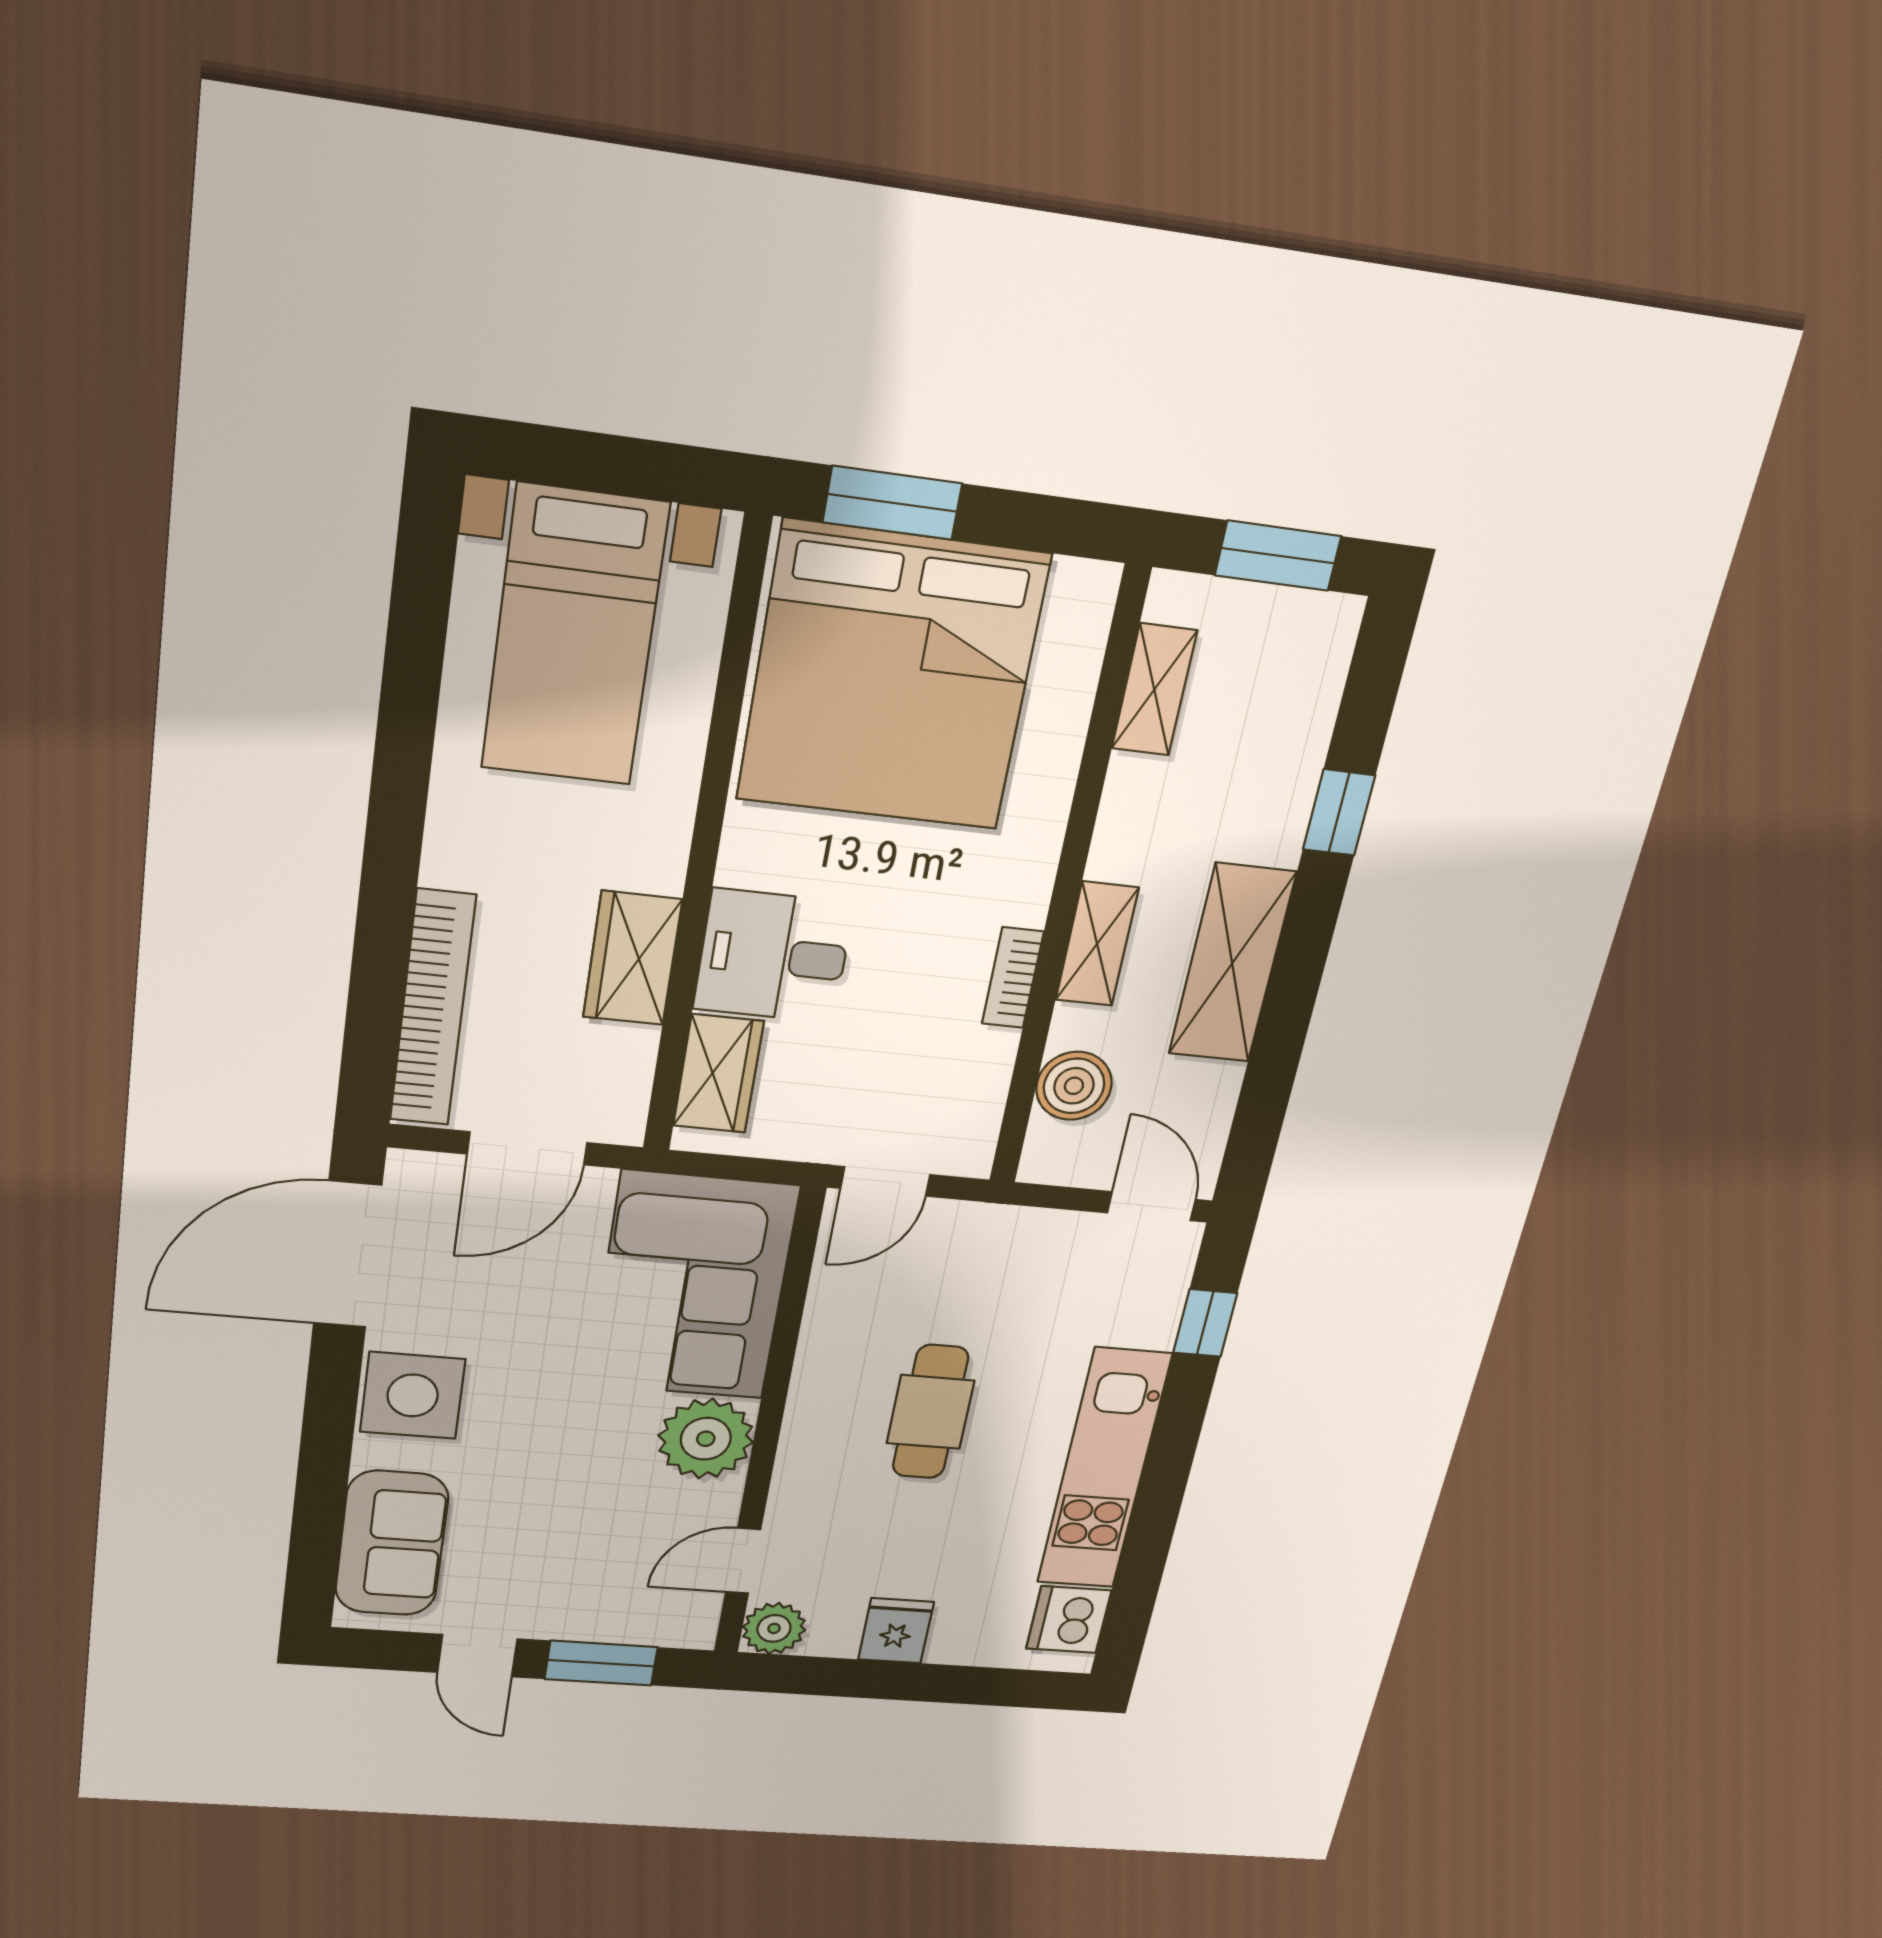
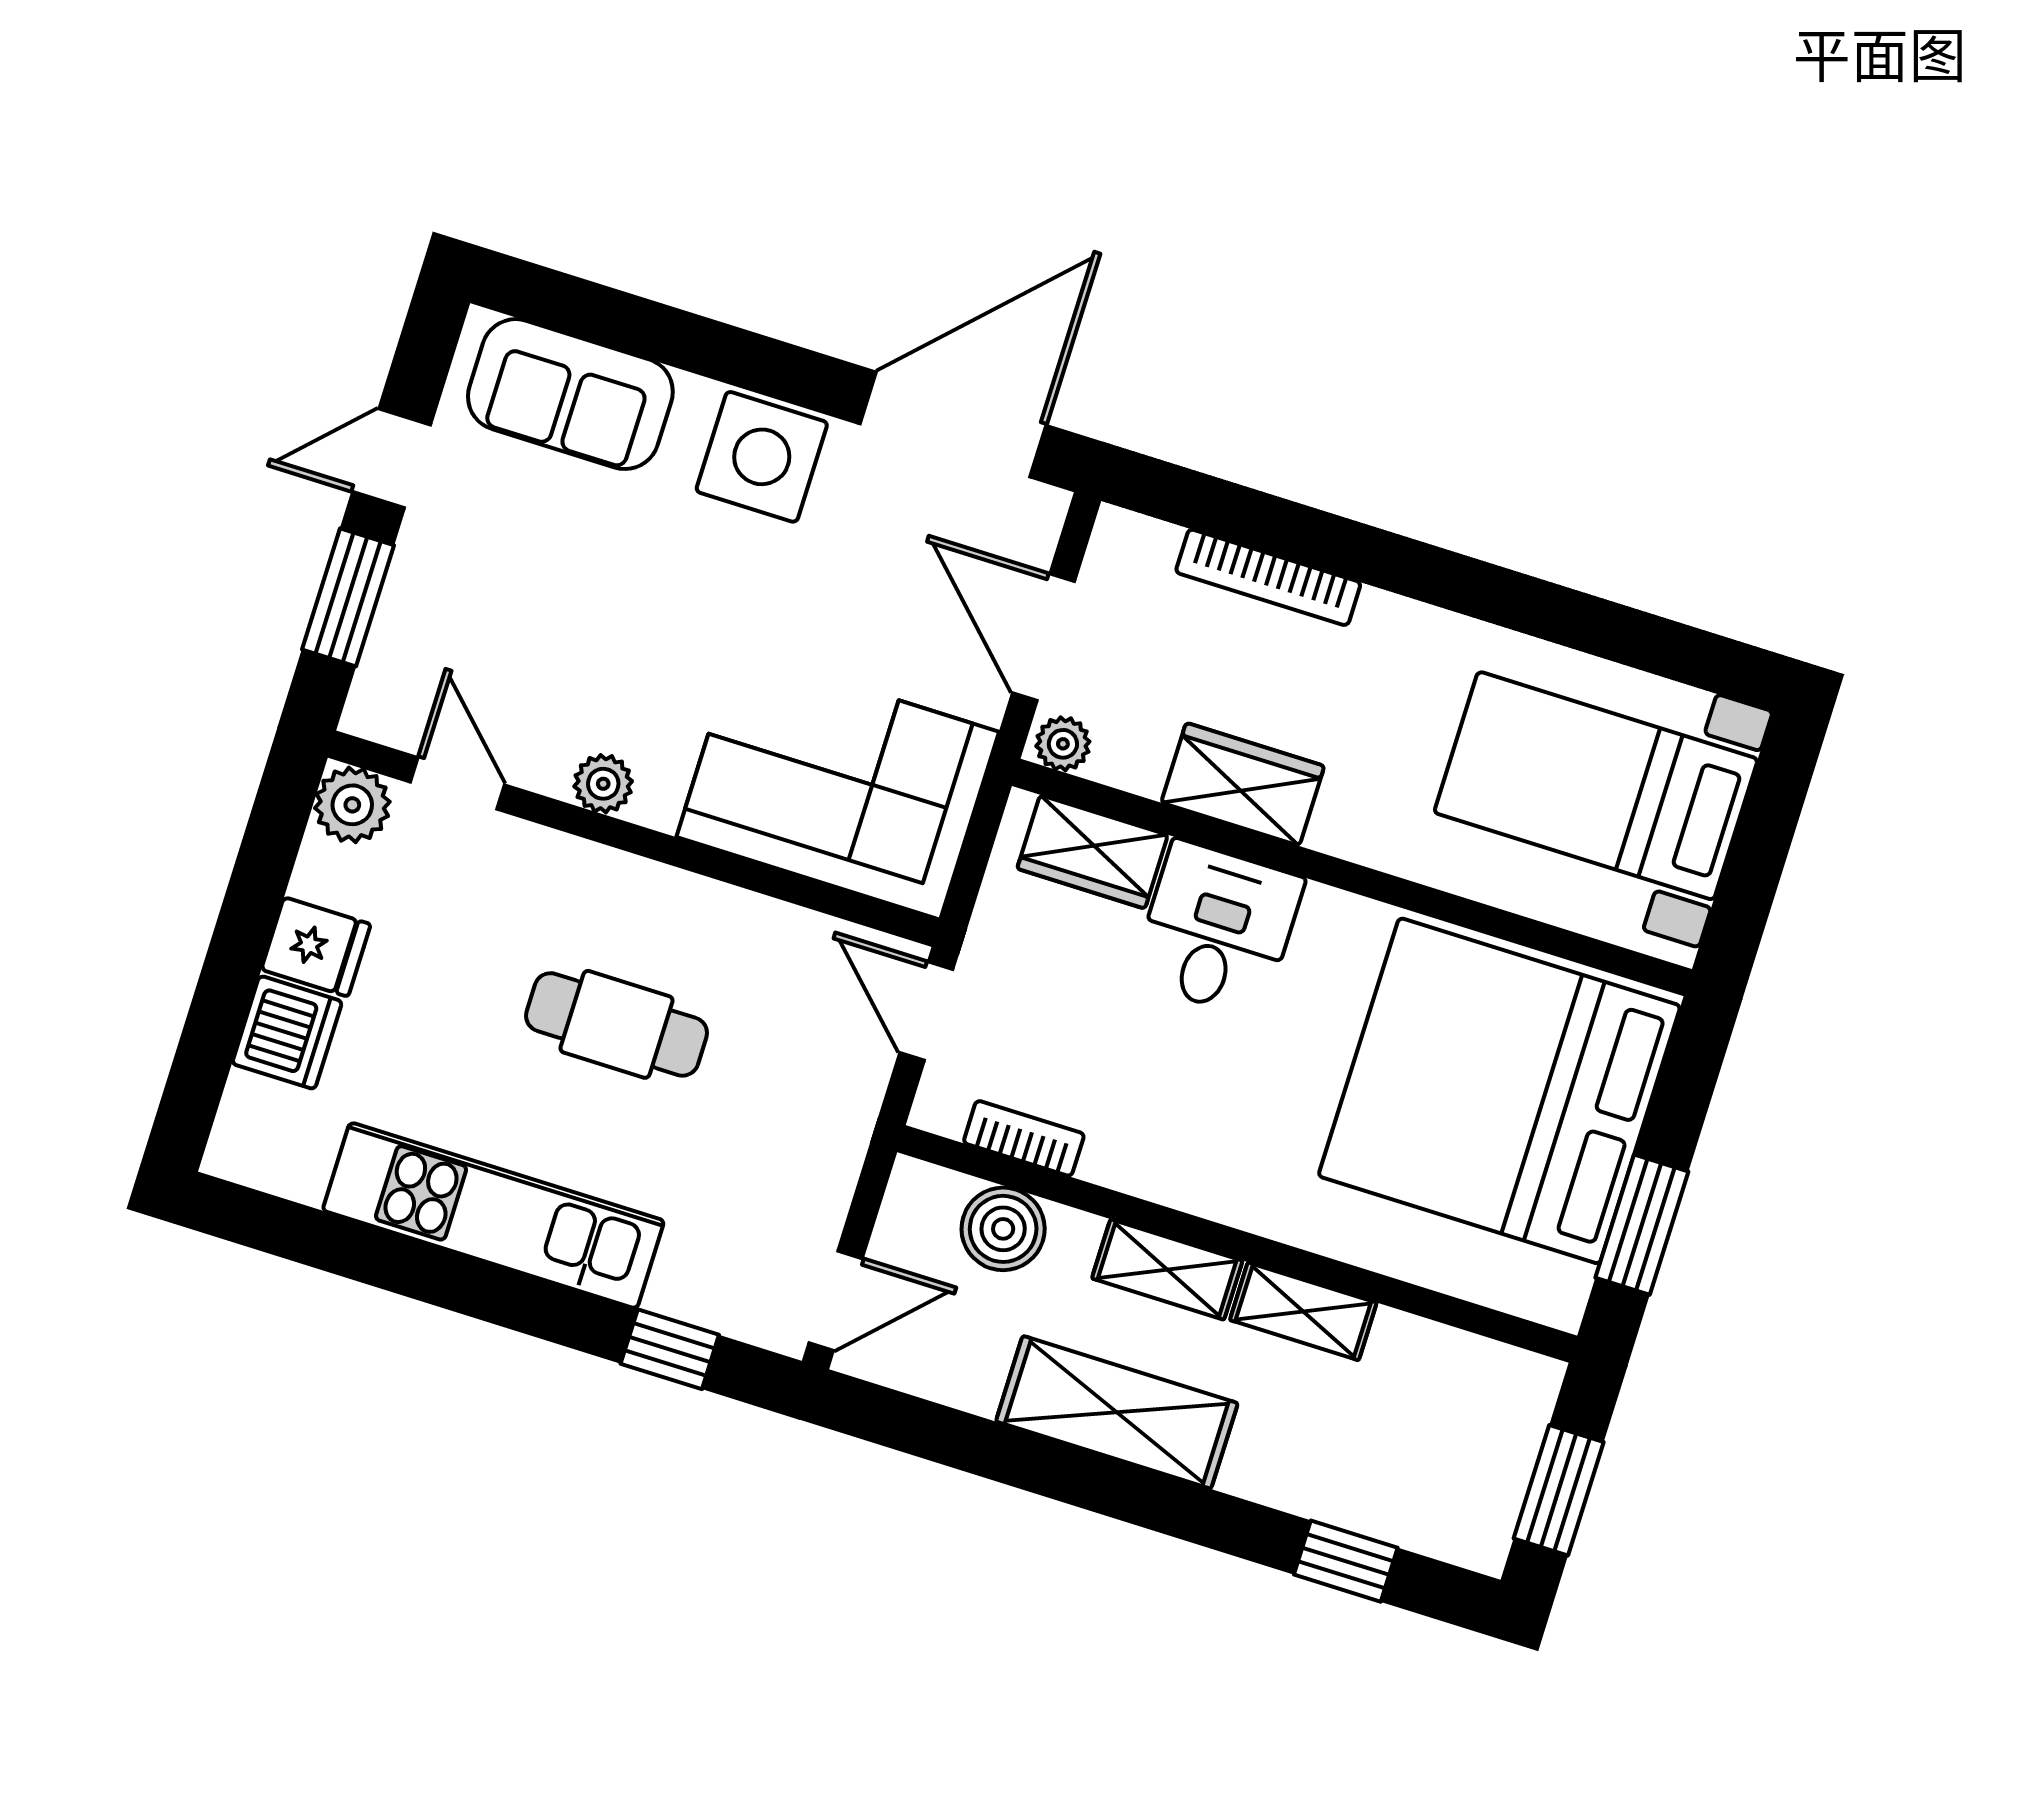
window: (892, 503) -> (1642, 1225), moved
shelving: (1154, 690) -> (1303, 1311), moved
window: (1339, 812) -> (1346, 1561), moved
bookcase: (1013, 978) -> (1024, 1138), moved
bookcase: (433, 1009) -> (1268, 577), width x0.68, depth x0.76
plant: (623, 1115) -> (1063, 744), added
door: (347, 1255) -> (953, 425), hinge flipped
plant: (706, 1439) -> (603, 784), width x0.53, depth x0.53
dishwasher: (1069, 1620) -> (287, 1032), moved, turned 90

